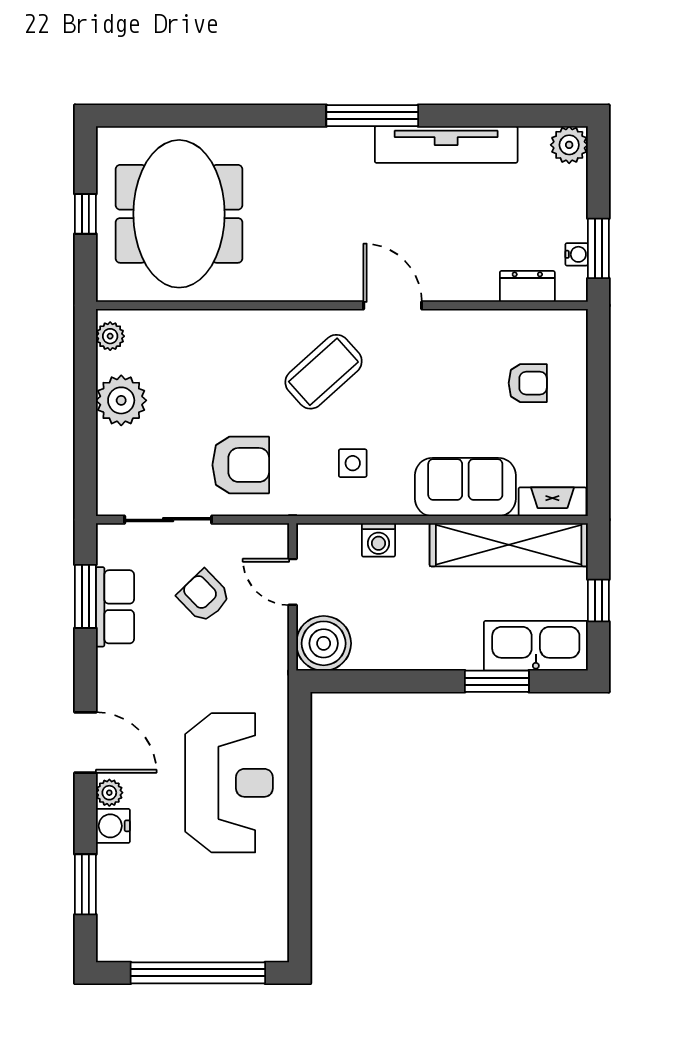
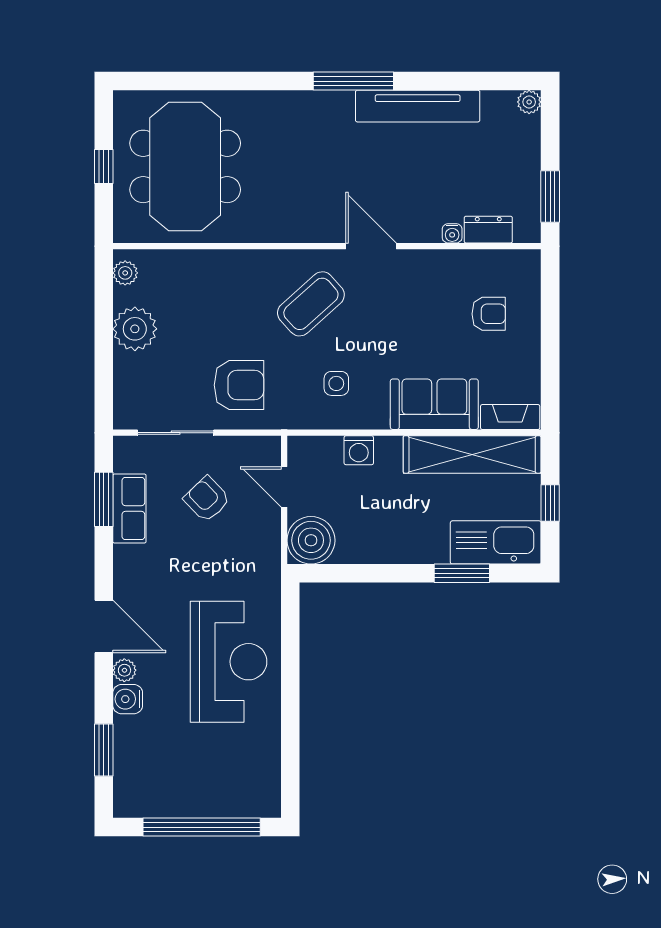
plant: (569, 145) -> (529, 102), width x0.73, depth x0.73
water cooler: (577, 254) -> (452, 233), moved, turned 90

